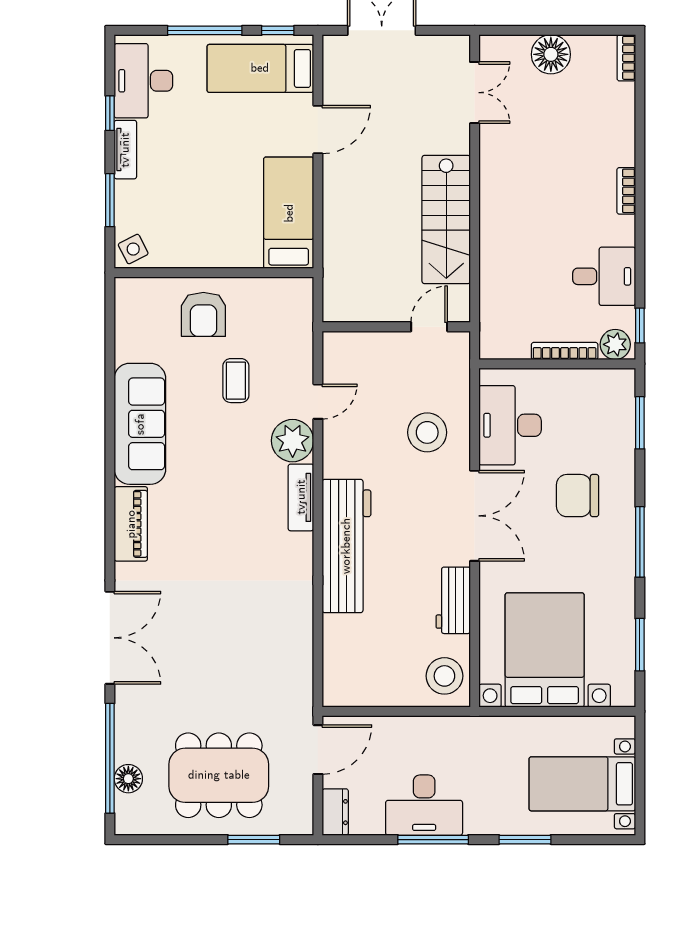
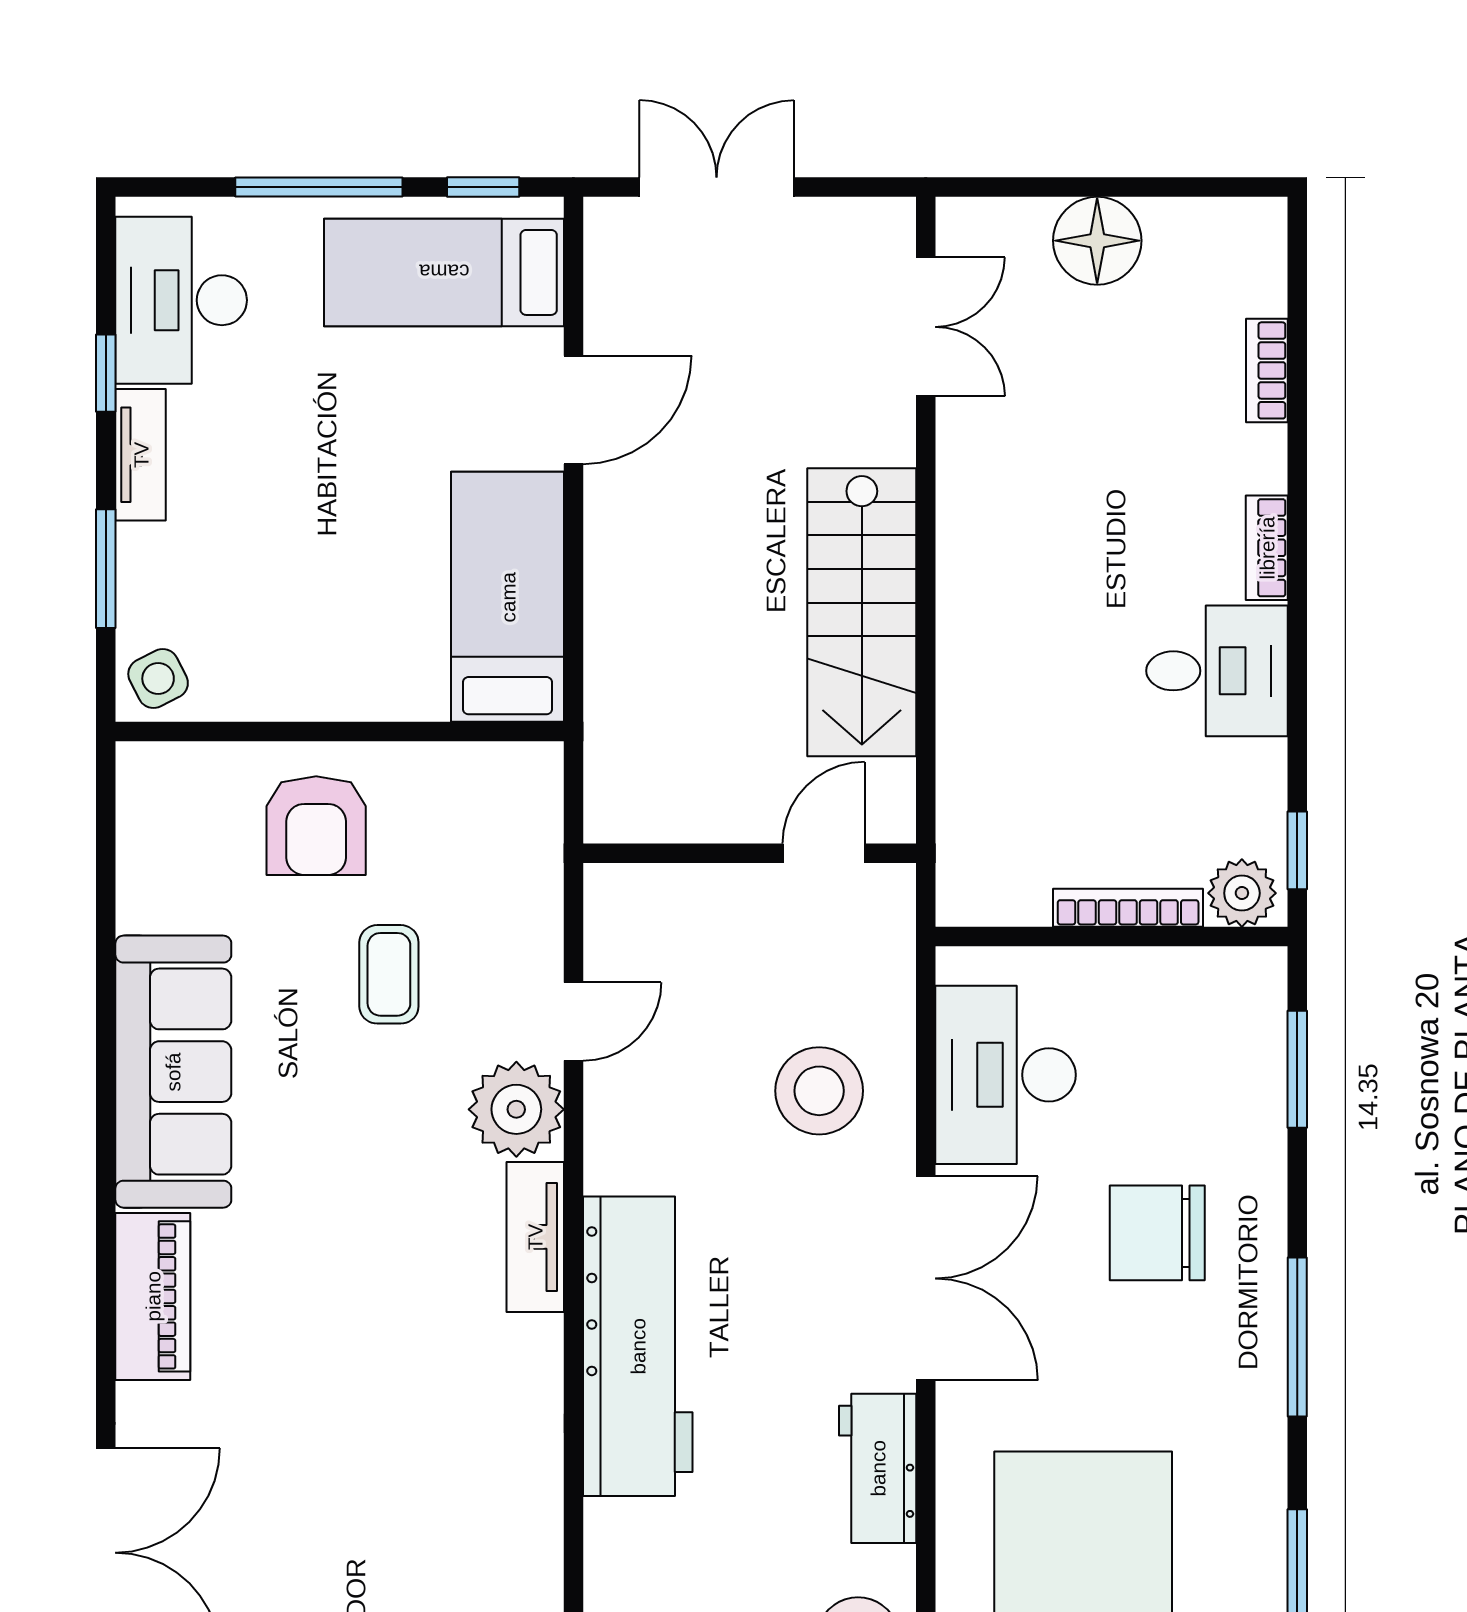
bookcase: (626, 58) -> (1267, 370), moved
desk: (604, 276) -> (1217, 671), moved

